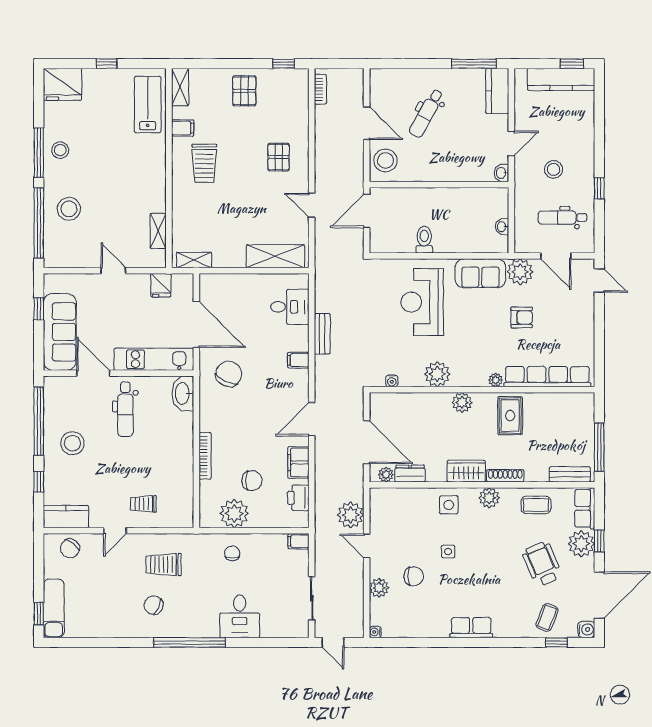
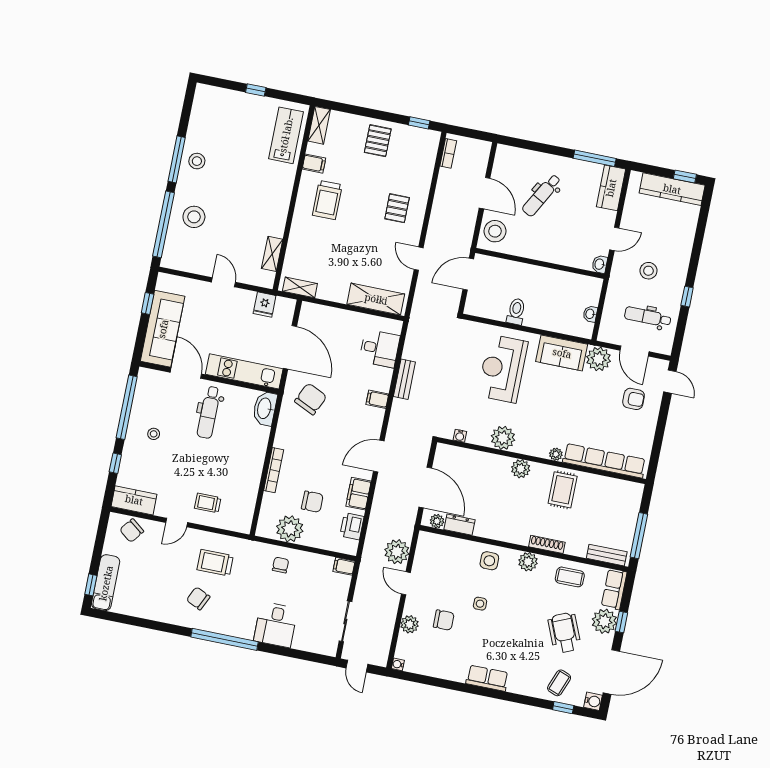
fridge: (62, 84) -> (211, 101), removed
armchair: (522, 317) -> (634, 399), moved
stool: (72, 443) -> (154, 434), width x0.53, depth x0.53
wardrobe: (466, 471) -> (512, 533), removed

